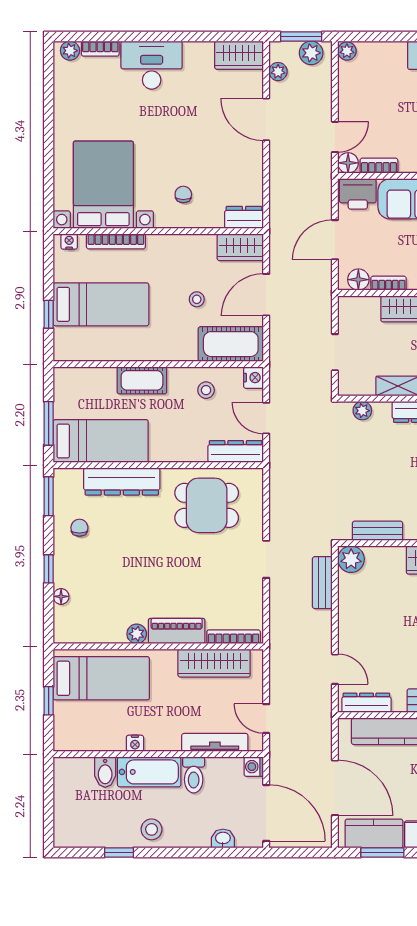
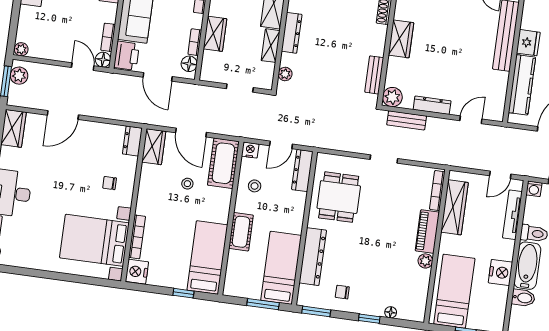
plant: (278, 72) -> (29, 102), removed
nightstand: (69, 242) -> (137, 272), width x1.89, depth x1.79
bed: (101, 304) -> (207, 258), moved
dresser: (366, 703) -> (432, 105), moved, turned 90
nightstand: (135, 743) -> (500, 272), width x1.89, depth x1.79

